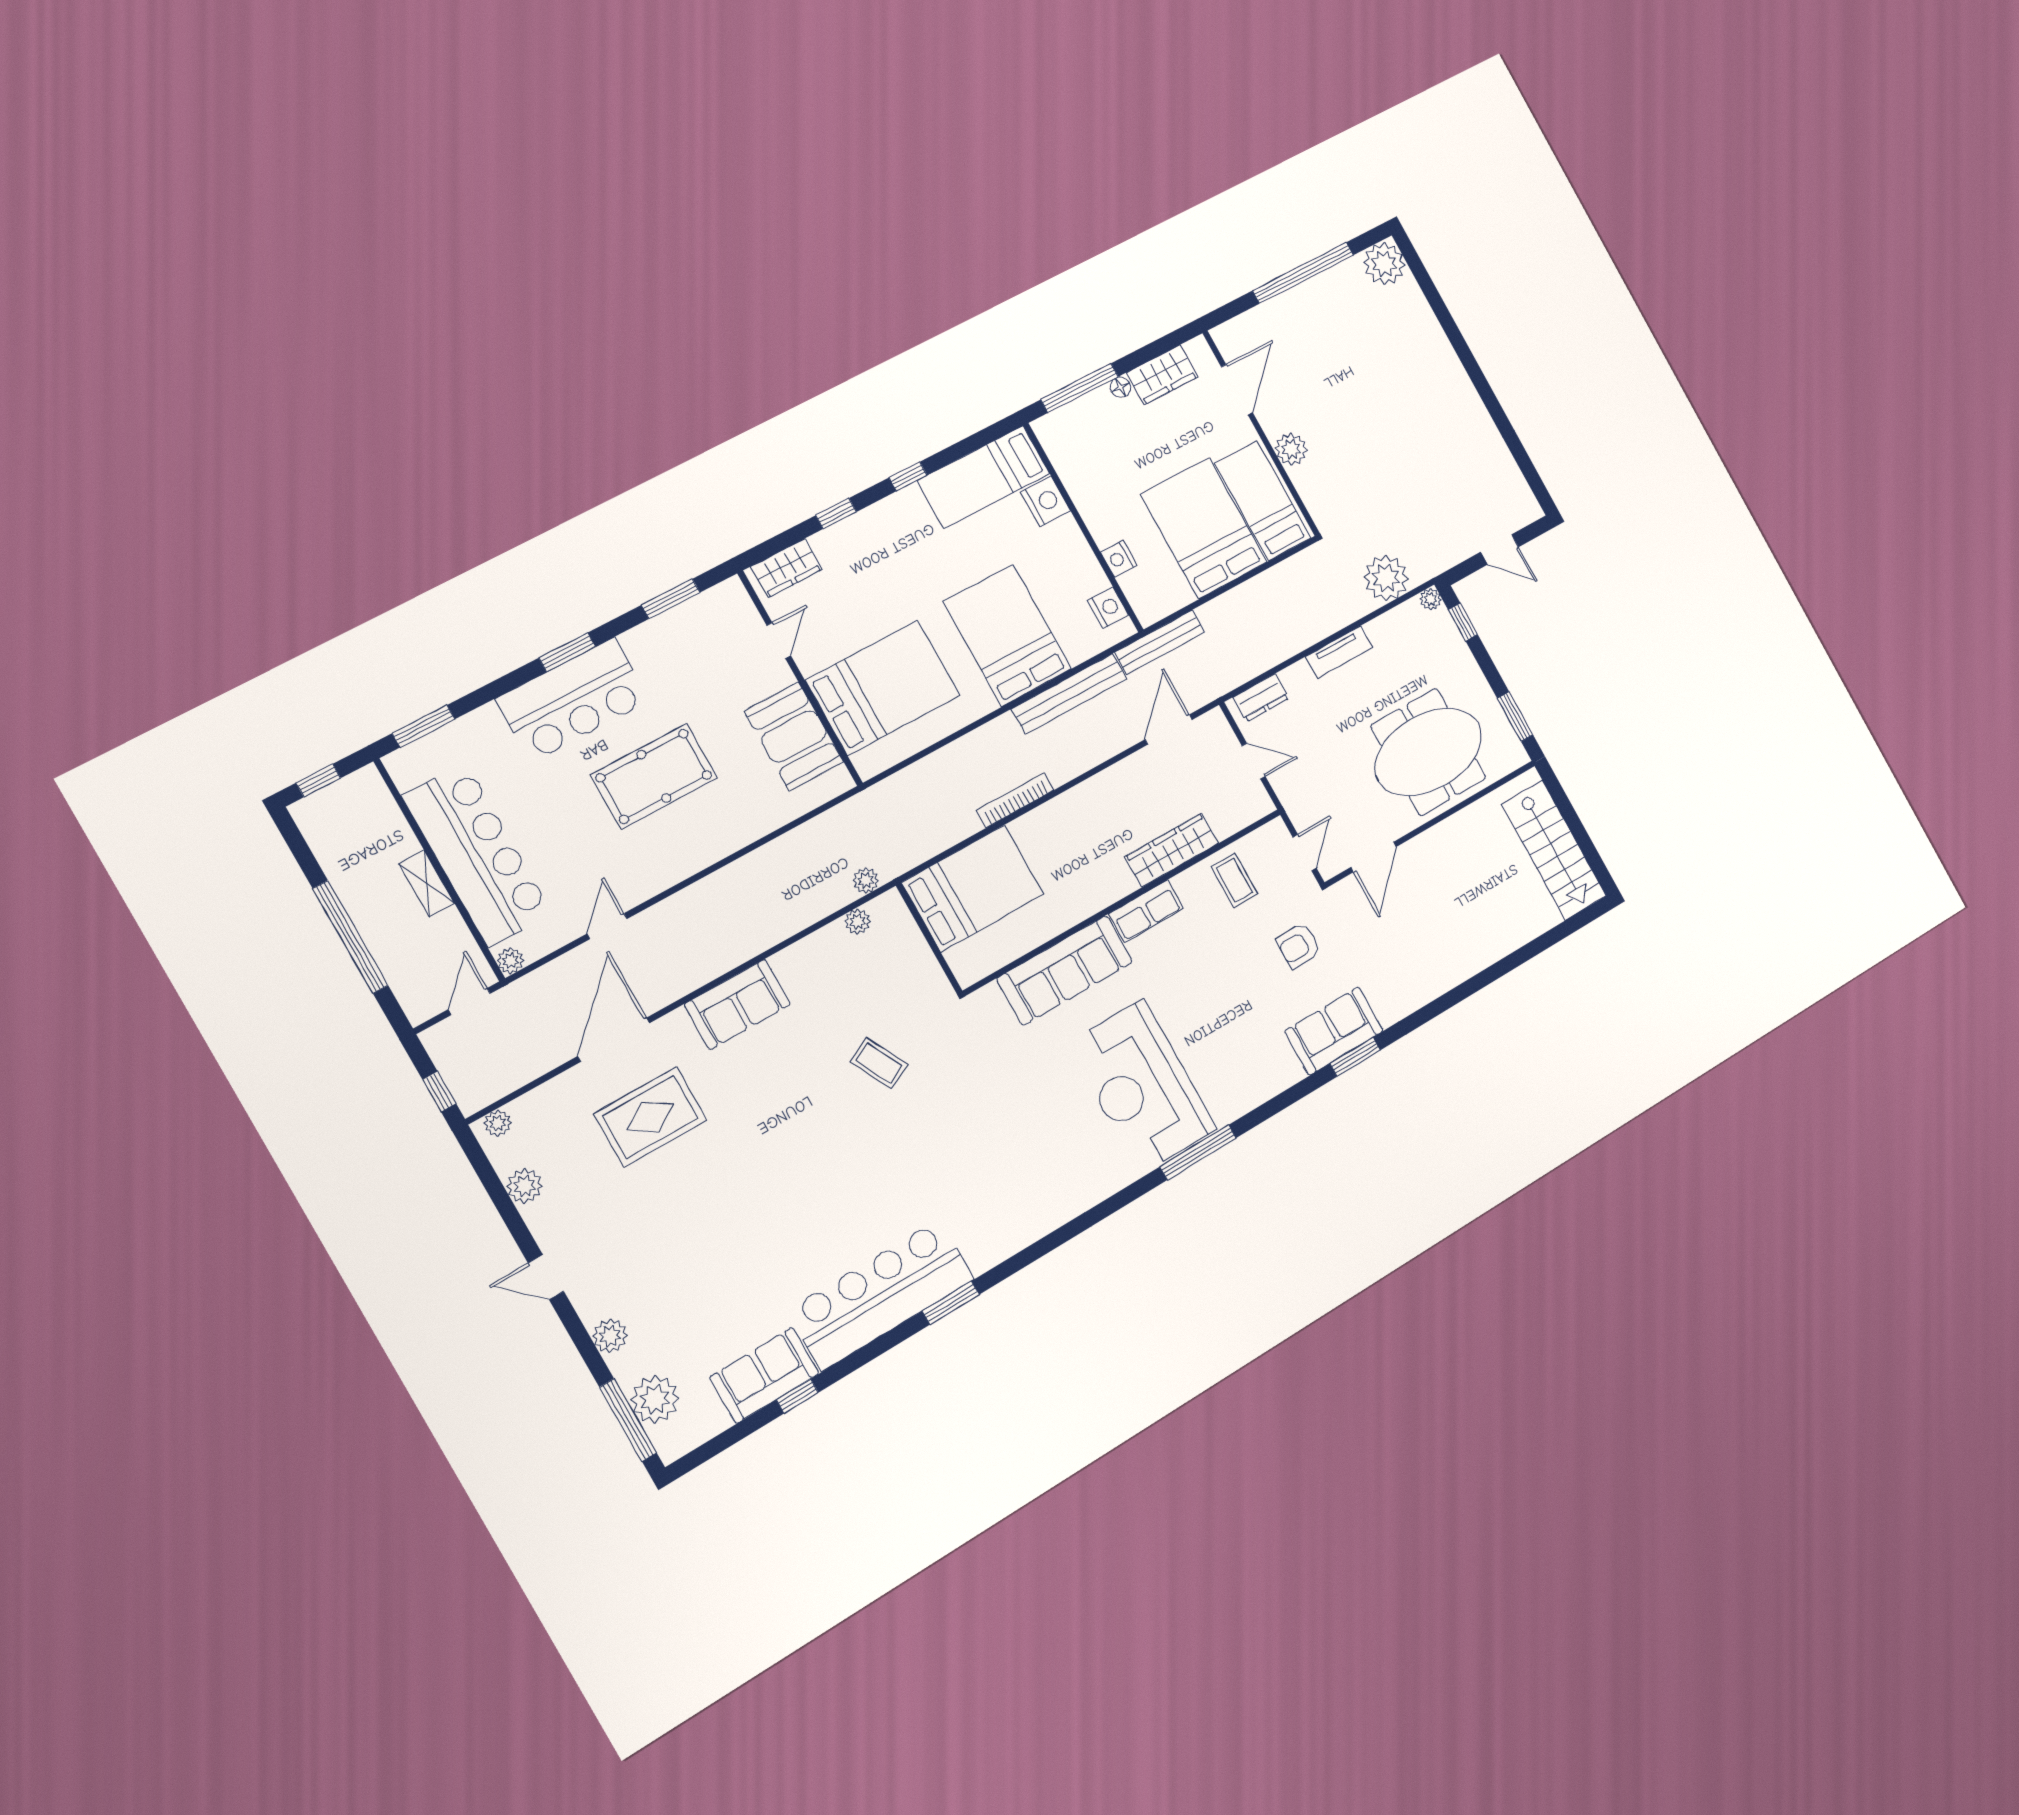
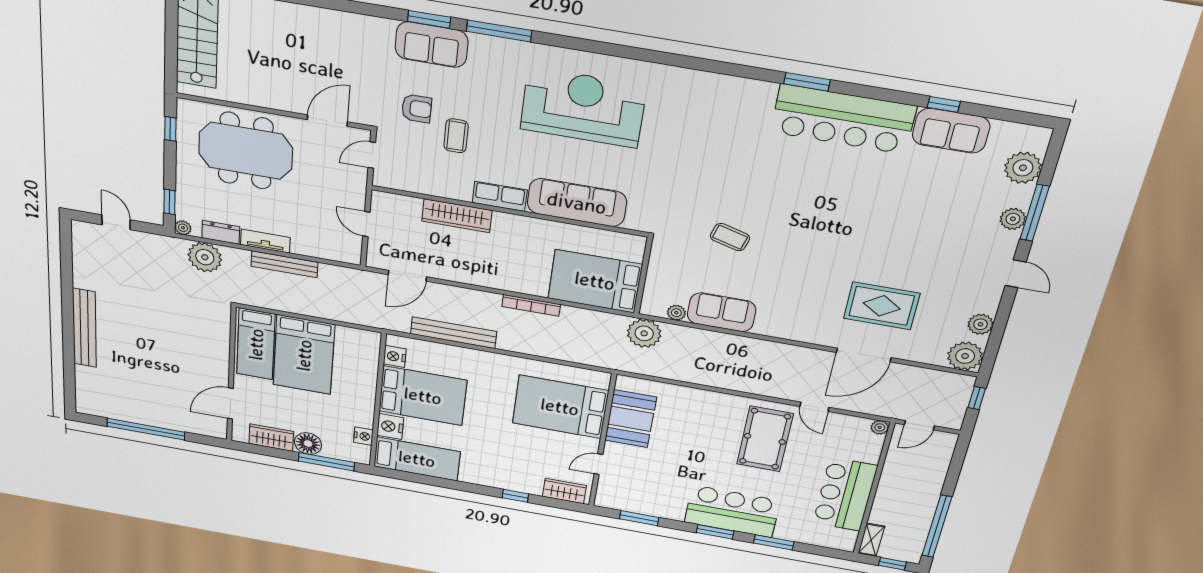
plant: (1384, 264) -> (90, 403), removed
bench: (1451, 373) -> (84, 328), added
floor lamp: (1120, 387) -> (308, 444), width x1.89, depth x1.89
plant: (1291, 449) -> (218, 356), removed
window: (908, 476) -> (460, 486), removed
nightstand: (1119, 559) -> (363, 436), moved
bed: (1007, 635) -> (423, 396), moved, turned -90
bench: (1160, 642) -> (284, 264), moved
dresser: (1261, 698) -> (221, 232), moved
window: (1515, 717) -> (170, 129), width x0.67
window: (423, 726) -> (774, 542), moved
pool table: (654, 776) -> (765, 439), moved, turned 90
bar counter: (477, 855) -> (845, 495), width x0.73
coffee table: (1234, 880) -> (456, 136), moved
plant: (866, 881) -> (644, 333), width x1.88, depth x1.88
shelving: (427, 883) -> (871, 540), moved
door: (607, 926) -> (814, 407), hinge flipped
window: (350, 937) -> (937, 526), moved
sofa: (737, 1004) -> (722, 312), moved
coffee table: (879, 1063) -> (730, 237), turned -47
reception desk: (1142, 1086) -> (583, 107), turned -90
plant: (498, 1123) -> (965, 356), width x1.87, depth x1.87
window: (1198, 1152) -> (499, 31), moved
window: (628, 1420) -> (1035, 213), moved

